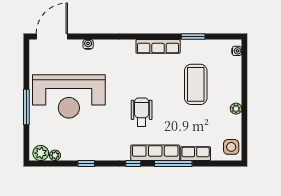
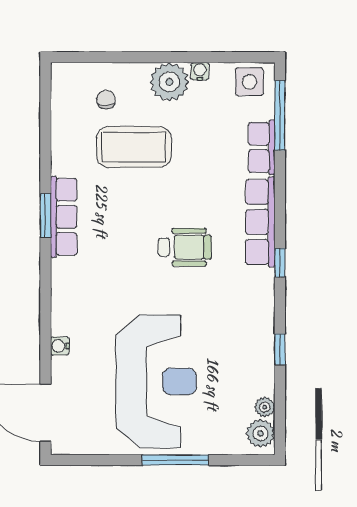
window: (193, 36) -> (45, 215), moved
water cooler: (237, 51) -> (200, 71), moved
chair: (221, 69) -> (106, 100), added
plant: (236, 109) -> (169, 82), width x1.88, depth x1.88
wheelchair: (142, 112) -> (185, 247), turned 180
window: (173, 164) -> (280, 115), moved

